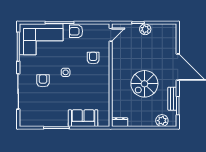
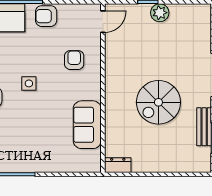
sofa: (83, 118) -> (87, 125), moved, turned -90
plant: (162, 121) -> (187, 163), removed

